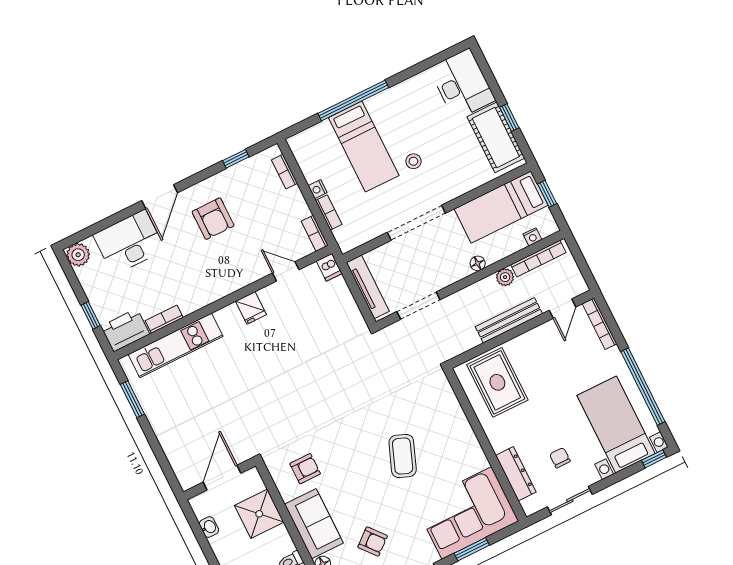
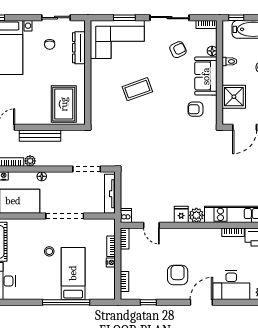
plant: (229, 317) -> (196, 215), added
coffee table: (403, 456) -> (137, 89), turned 49
armchair: (373, 541) -> (178, 50), turned 105

